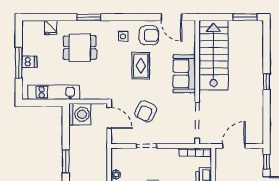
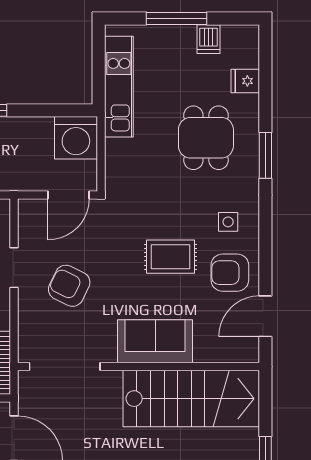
armchair: (149, 35) -> (230, 273), turned 90
dishwasher: (29, 62) -> (208, 39), moved
armchair: (146, 111) -> (69, 286), moved

